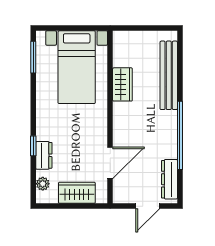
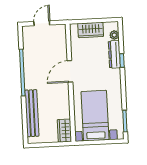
wardrobe: (122, 84) -> (64, 131), moved
dresser: (44, 155) -> (114, 54), width x1.44
door: (110, 163) -> (70, 71), moved
dresser: (169, 179) -> (28, 42), removed

